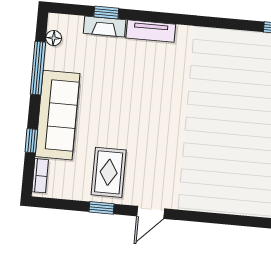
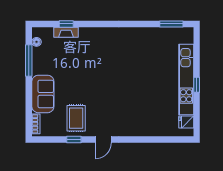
tv unit: (151, 31) -> (93, 33), removed
sofa: (57, 115) -> (43, 94), width x0.73
window: (31, 141) -> (29, 104), removed

